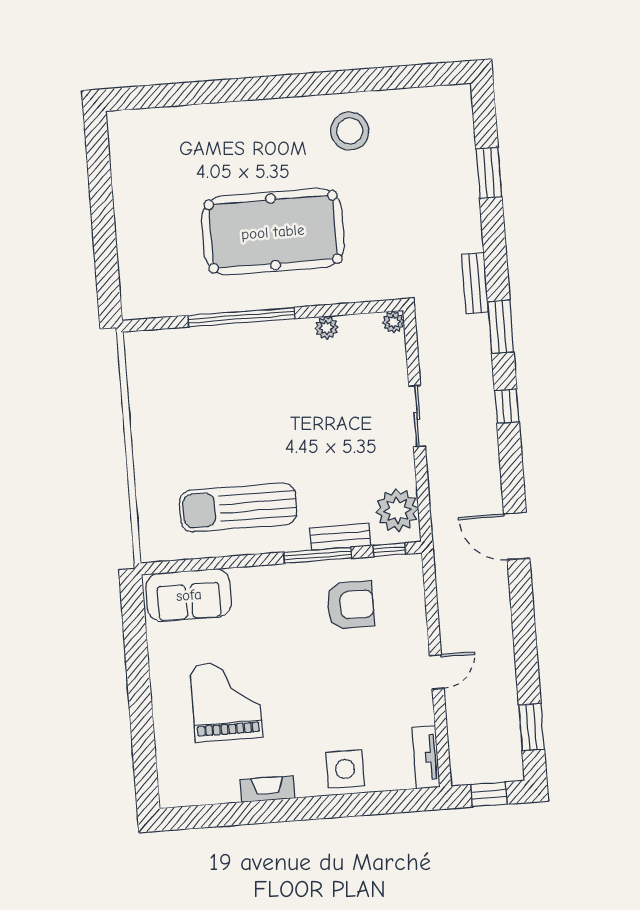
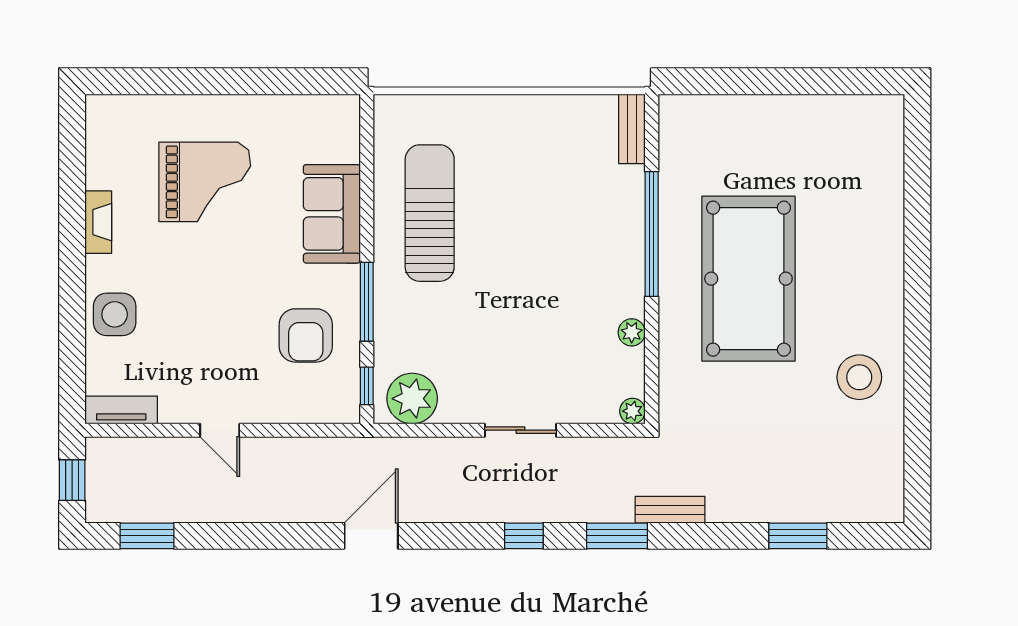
bench: (340, 537) -> (632, 129), moved
sofa: (189, 595) -> (332, 214), moved

